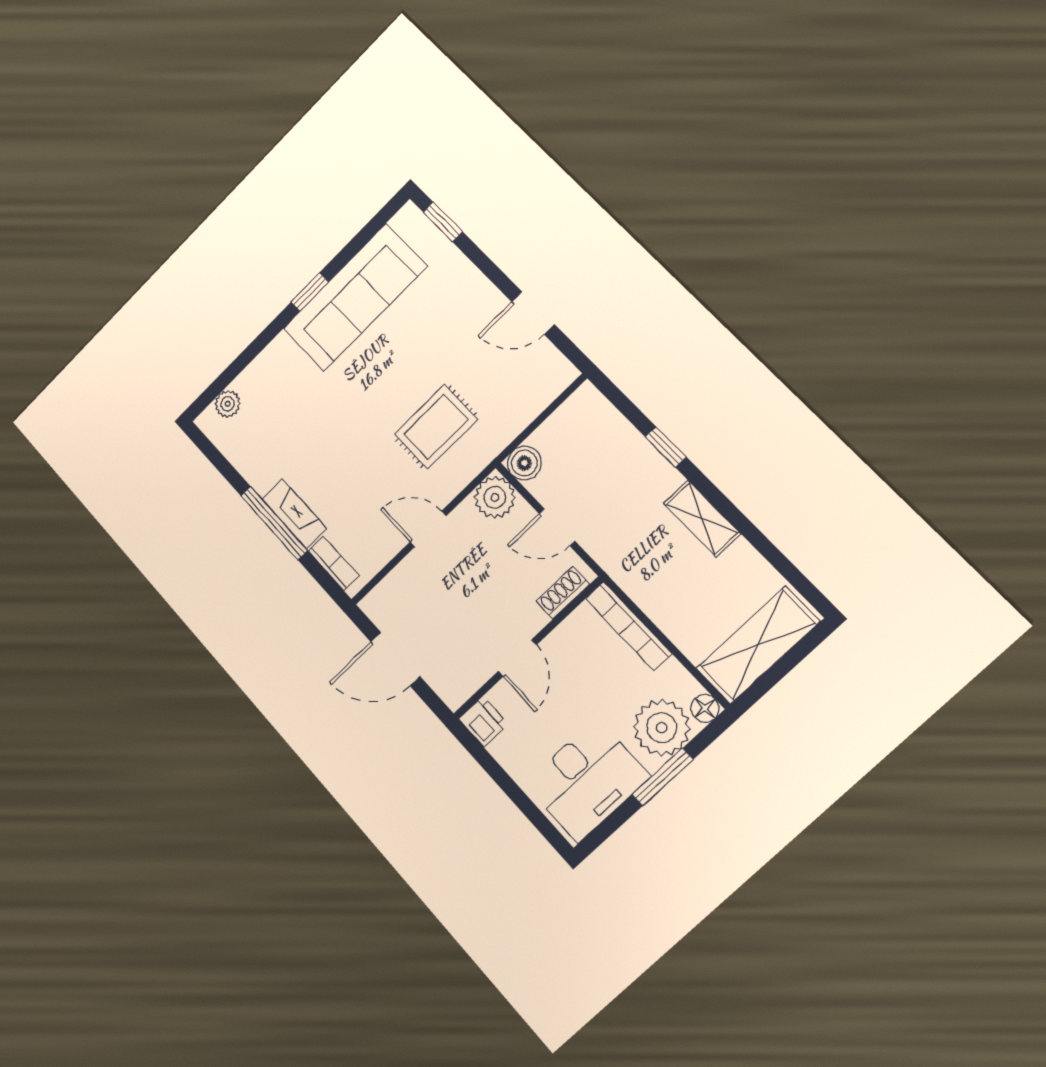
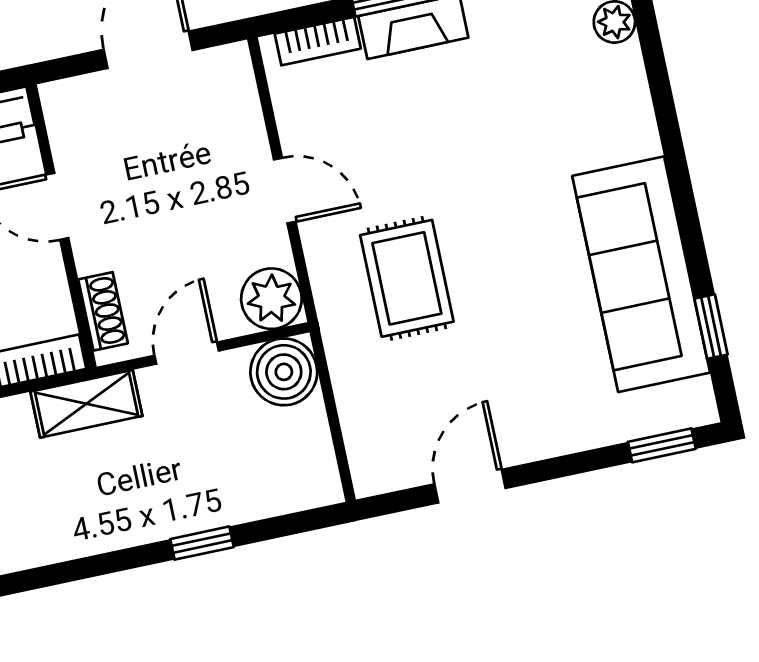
window: (310, 292) -> (711, 327), moved
boiler: (524, 463) -> (284, 372), width x1.36, depth x1.36
shelving: (702, 519) -> (86, 404), moved
door: (428, 529) -> (285, 191), hinge flipped

